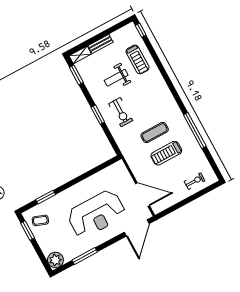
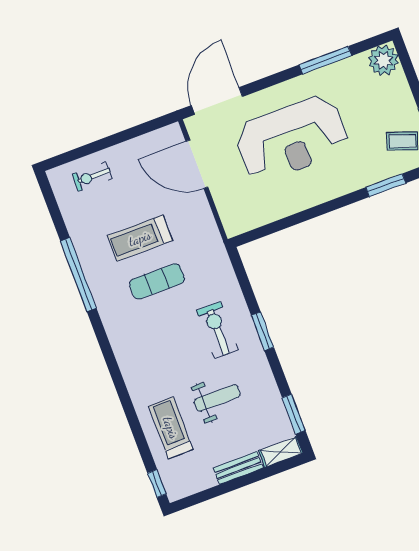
treadmill: (166, 153) -> (140, 238), turned 180
reception desk: (96, 214) -> (292, 139), turned 180

